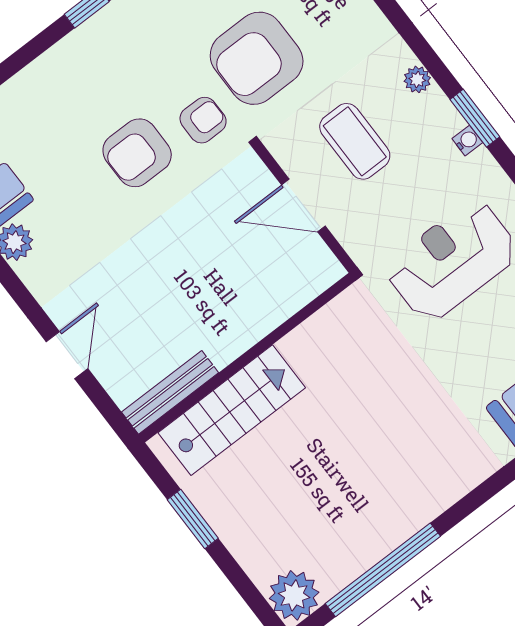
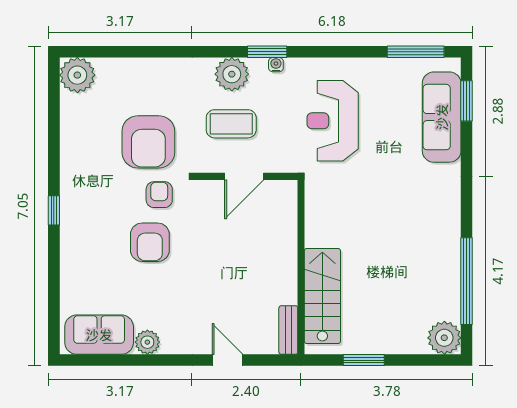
plant: (417, 79) -> (232, 74), width x1.87, depth x1.87
bench: (170, 392) -> (288, 330), width x0.73

